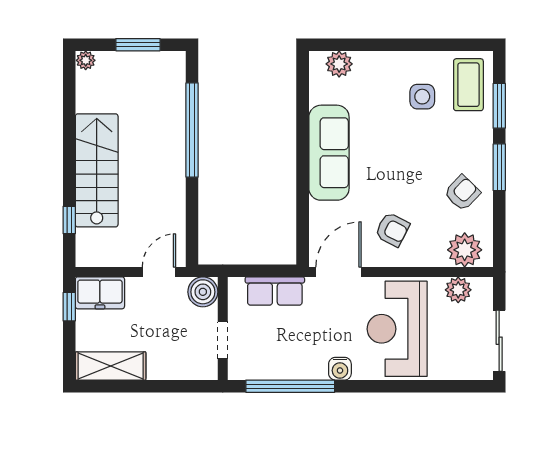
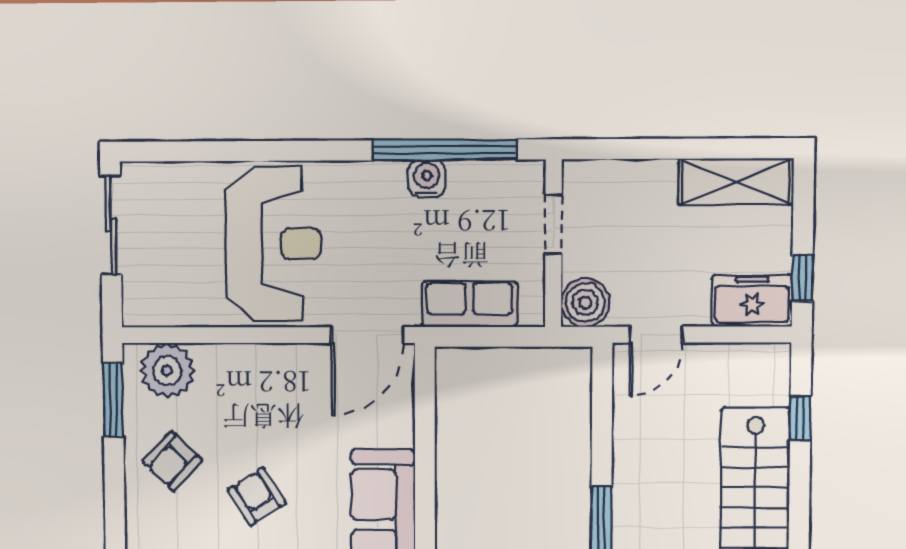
window: (499, 167) -> (113, 400), moved
armchair: (392, 229) -> (257, 497), moved, turned 31
plant: (458, 290) -> (177, 307), removed
water cooler: (340, 369) -> (427, 178), moved

